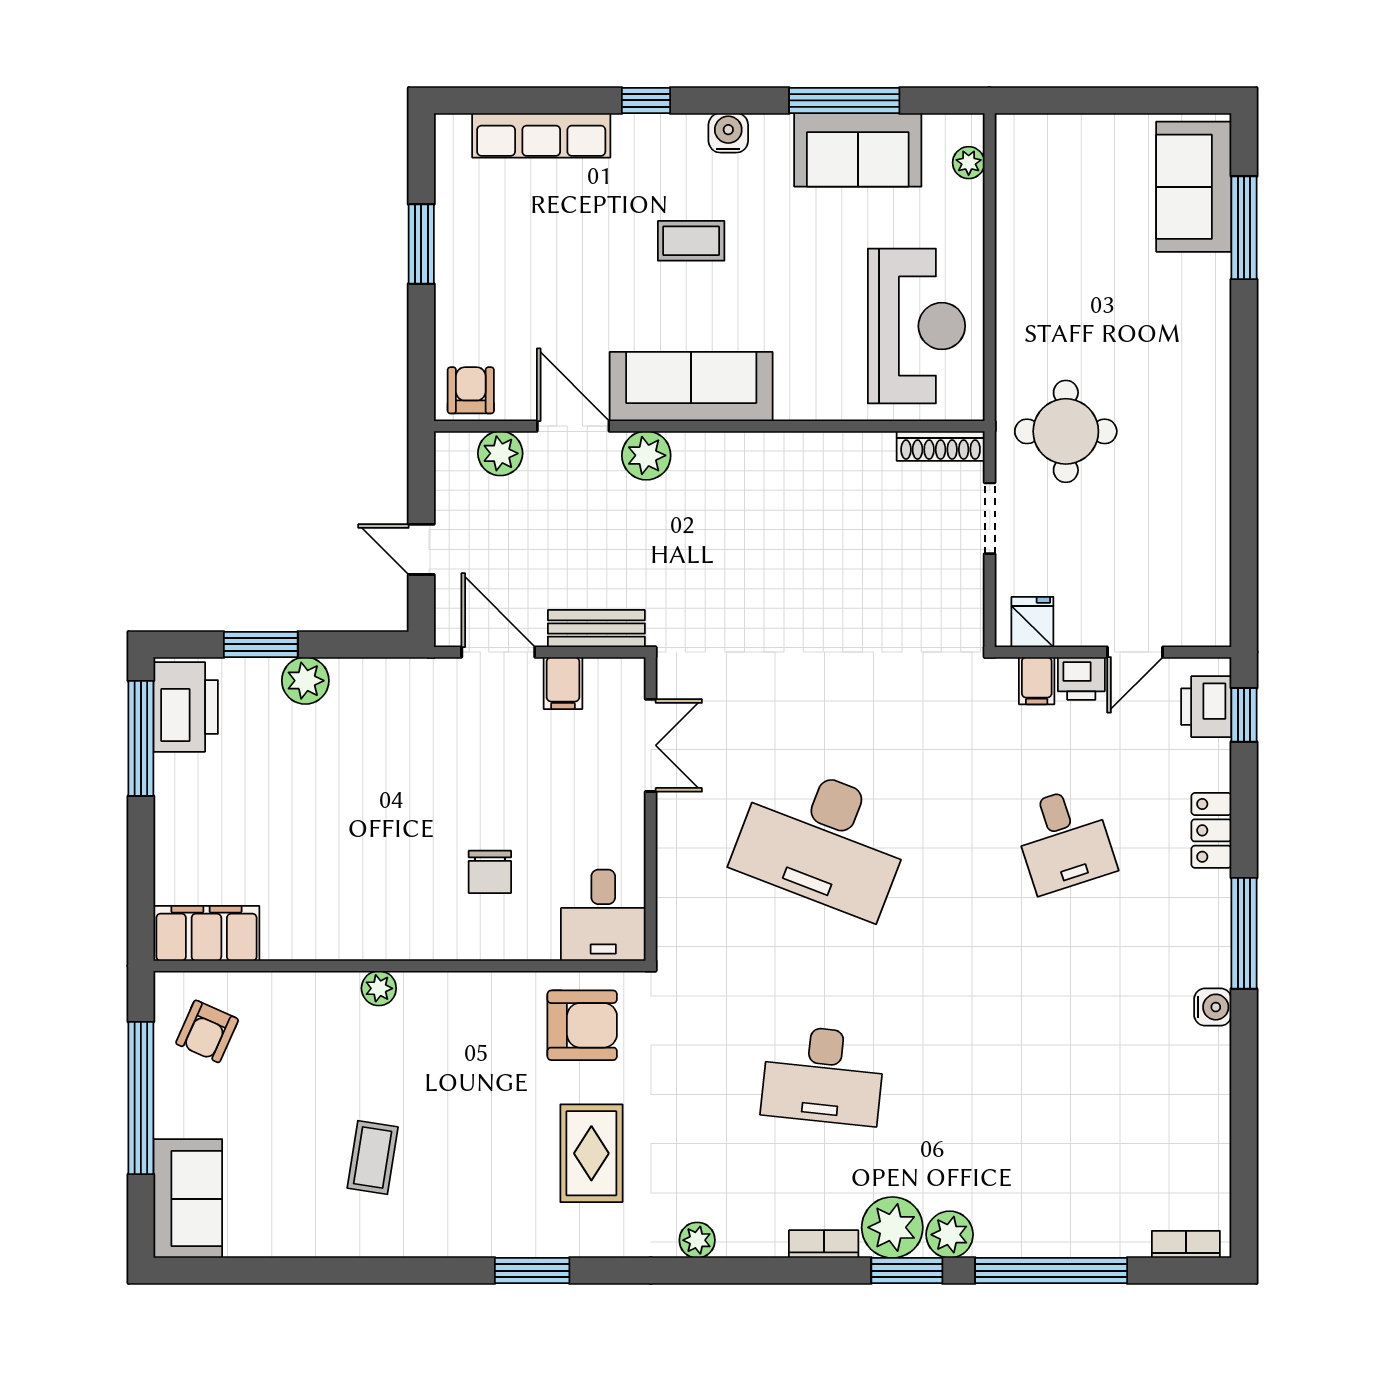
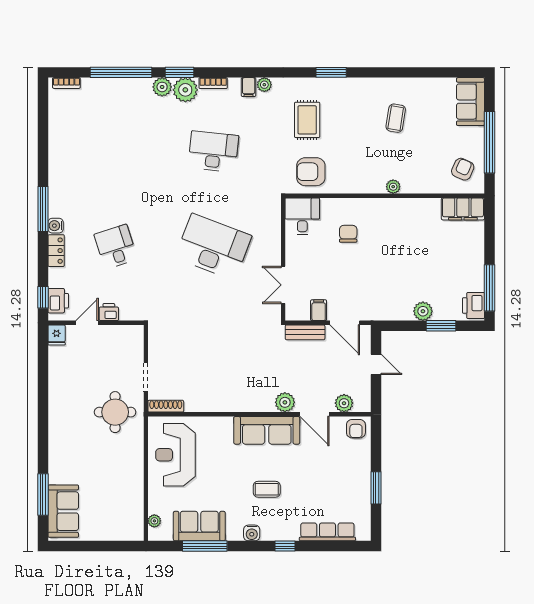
fridge: (1032, 622) -> (57, 335), moved
filing cabinet: (1037, 681) -> (249, 87), moved, turned 180
printer: (186, 707) -> (473, 305), width x0.73, depth x0.84
water cooler: (1213, 1007) -> (56, 226), moved

